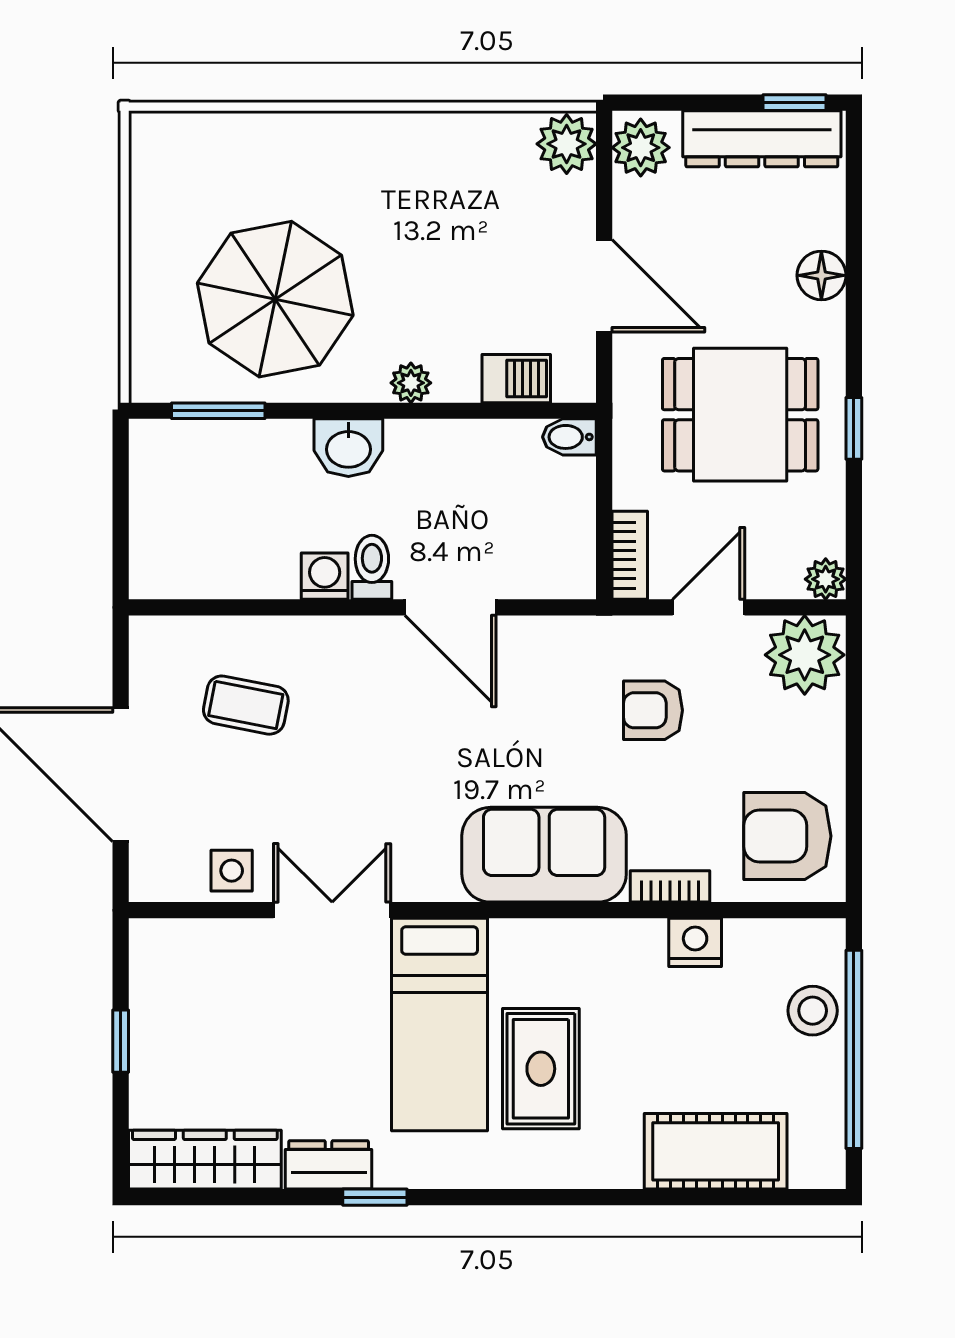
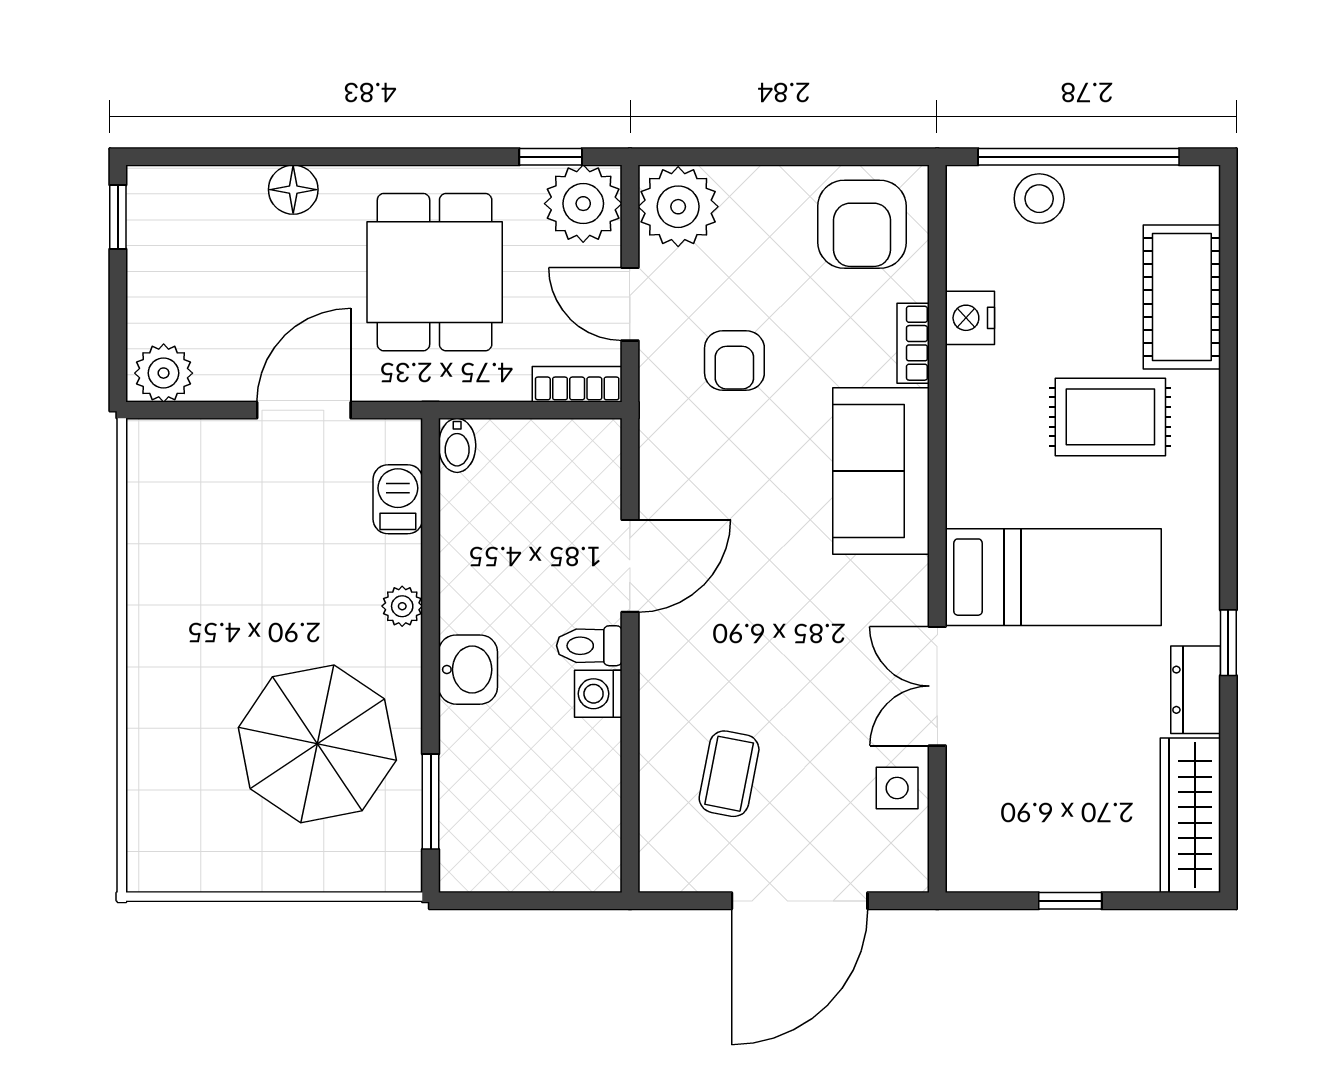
dresser: (762, 139) -> (155, 250), removed
plant: (567, 144) -> (160, 448), removed
window: (854, 428) -> (551, 157), moved
plant: (826, 579) -> (583, 204), width x1.87, depth x1.87
rug: (541, 1069) -> (1110, 417), moved

